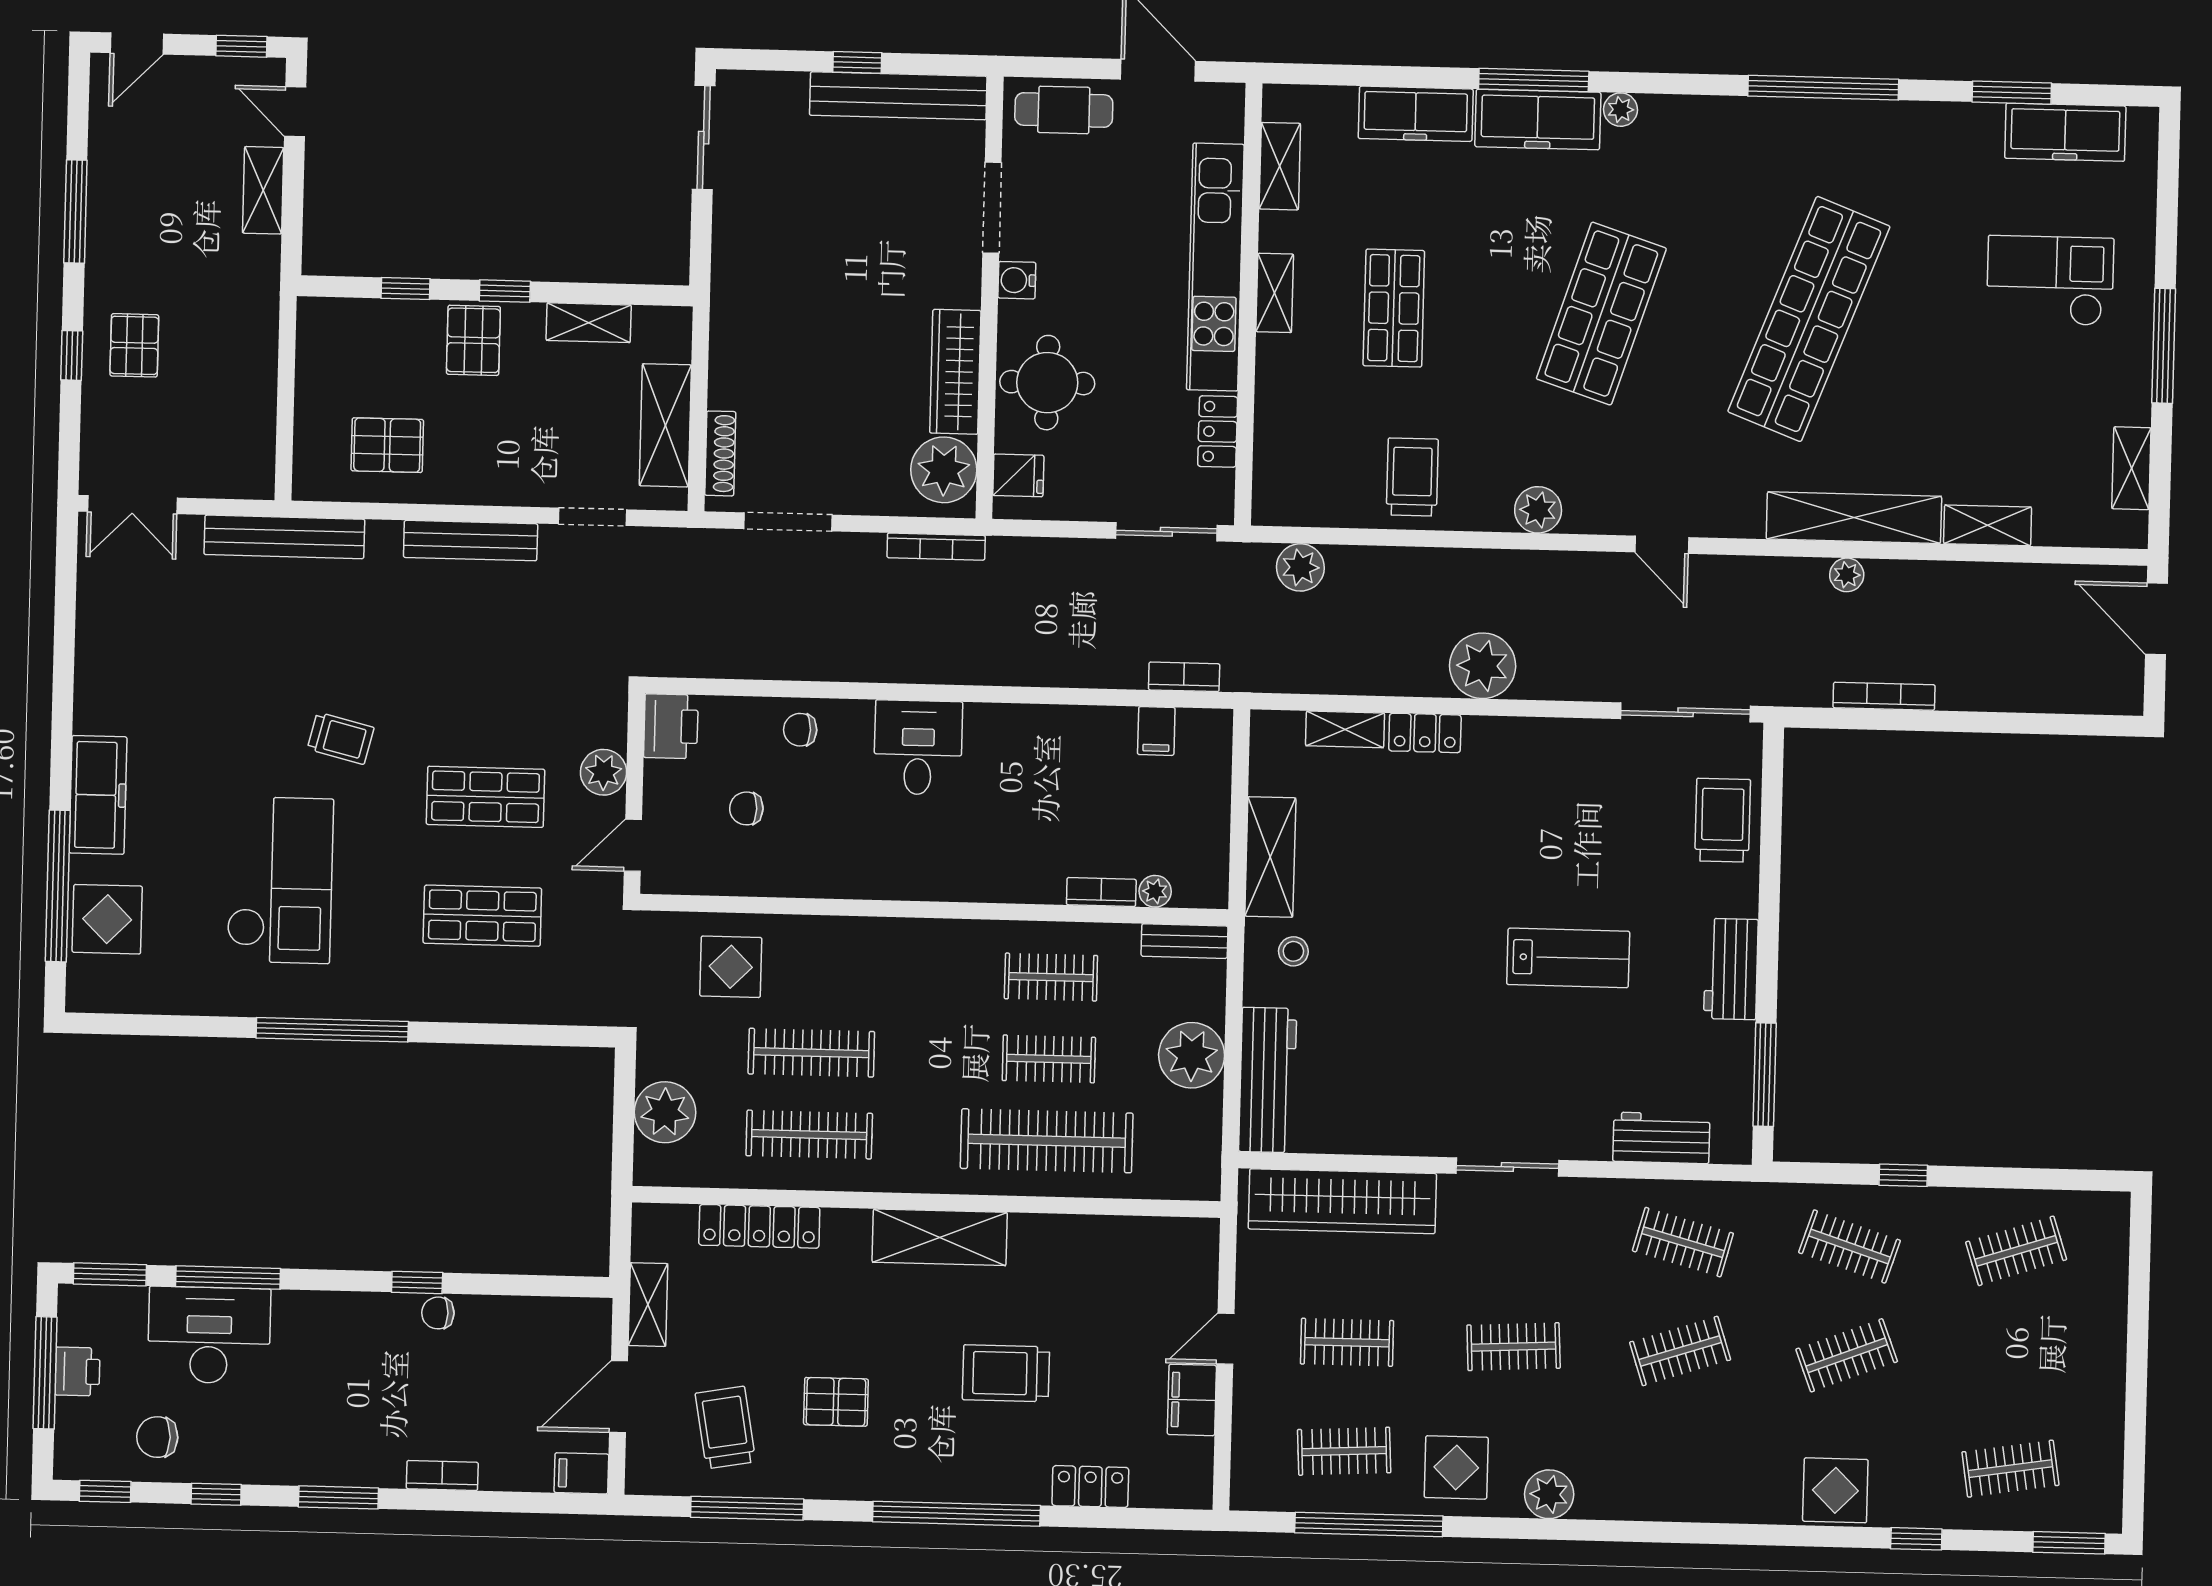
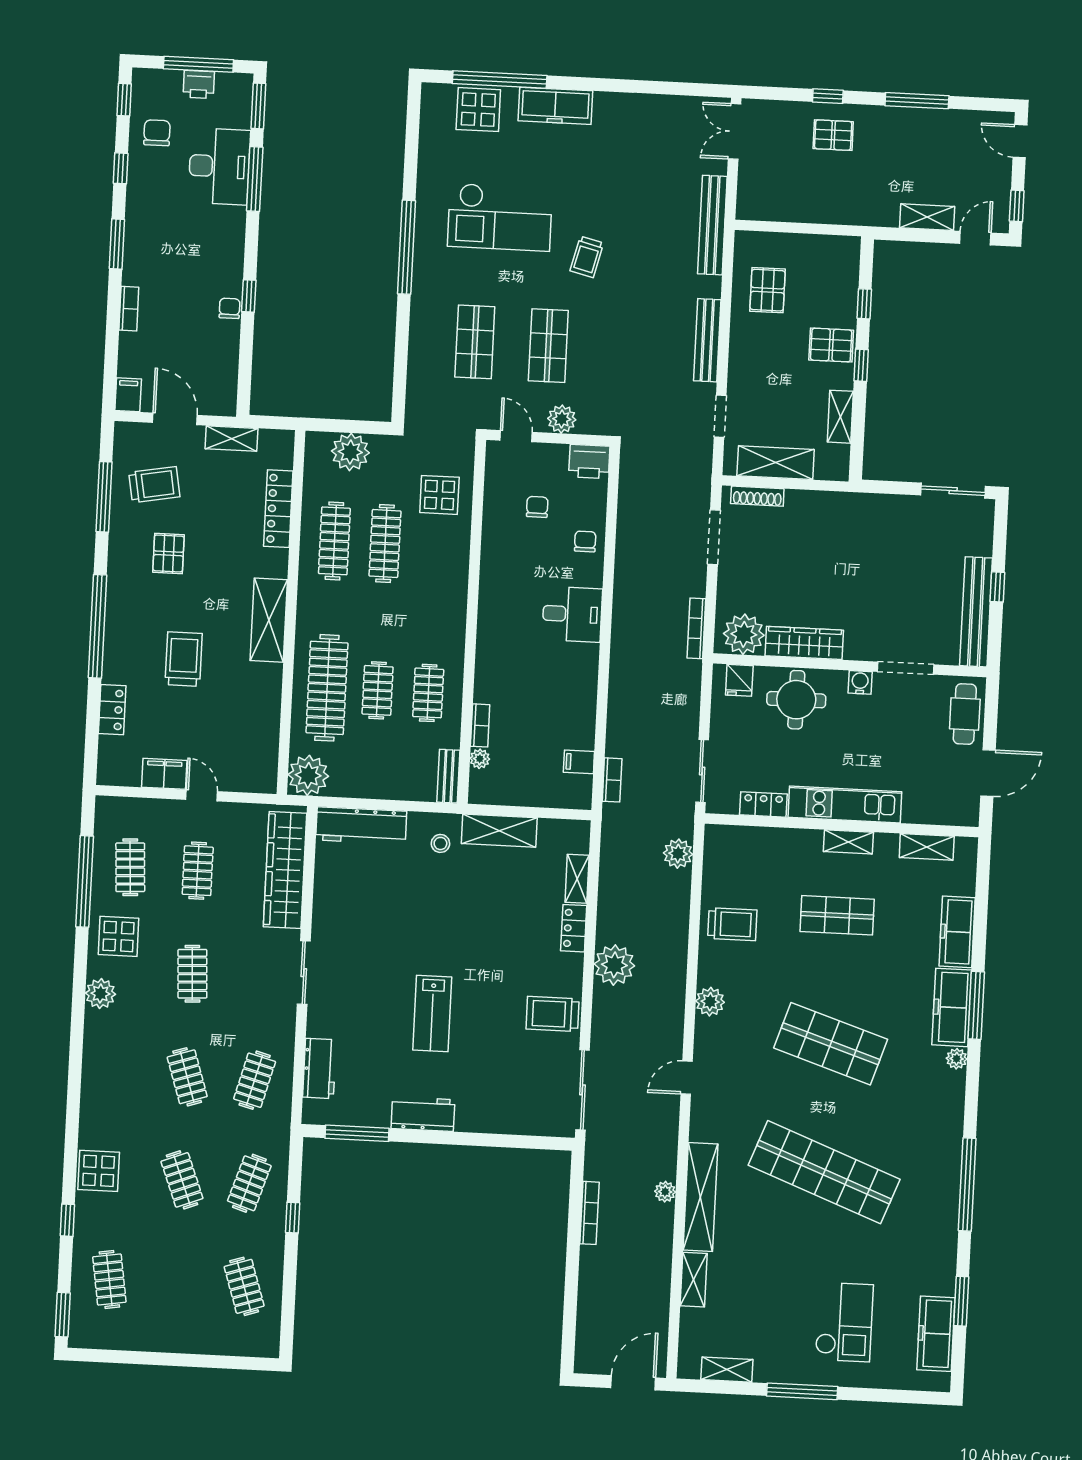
kitchen unit: (1215, 267) -> (845, 804), width x0.73
trolley: (1723, 820) -> (553, 1014), moved, turned 180
plant: (1192, 1055) -> (308, 775), moved

